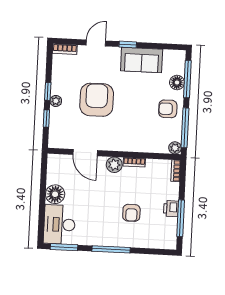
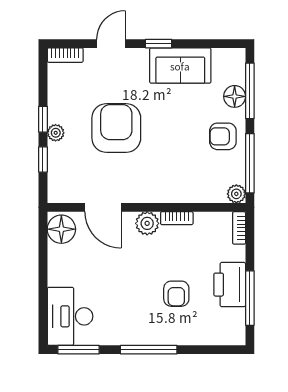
floor lamp: (55, 194) -> (61, 229), moved
printer: (171, 209) -> (230, 285), width x1.87, depth x1.48

